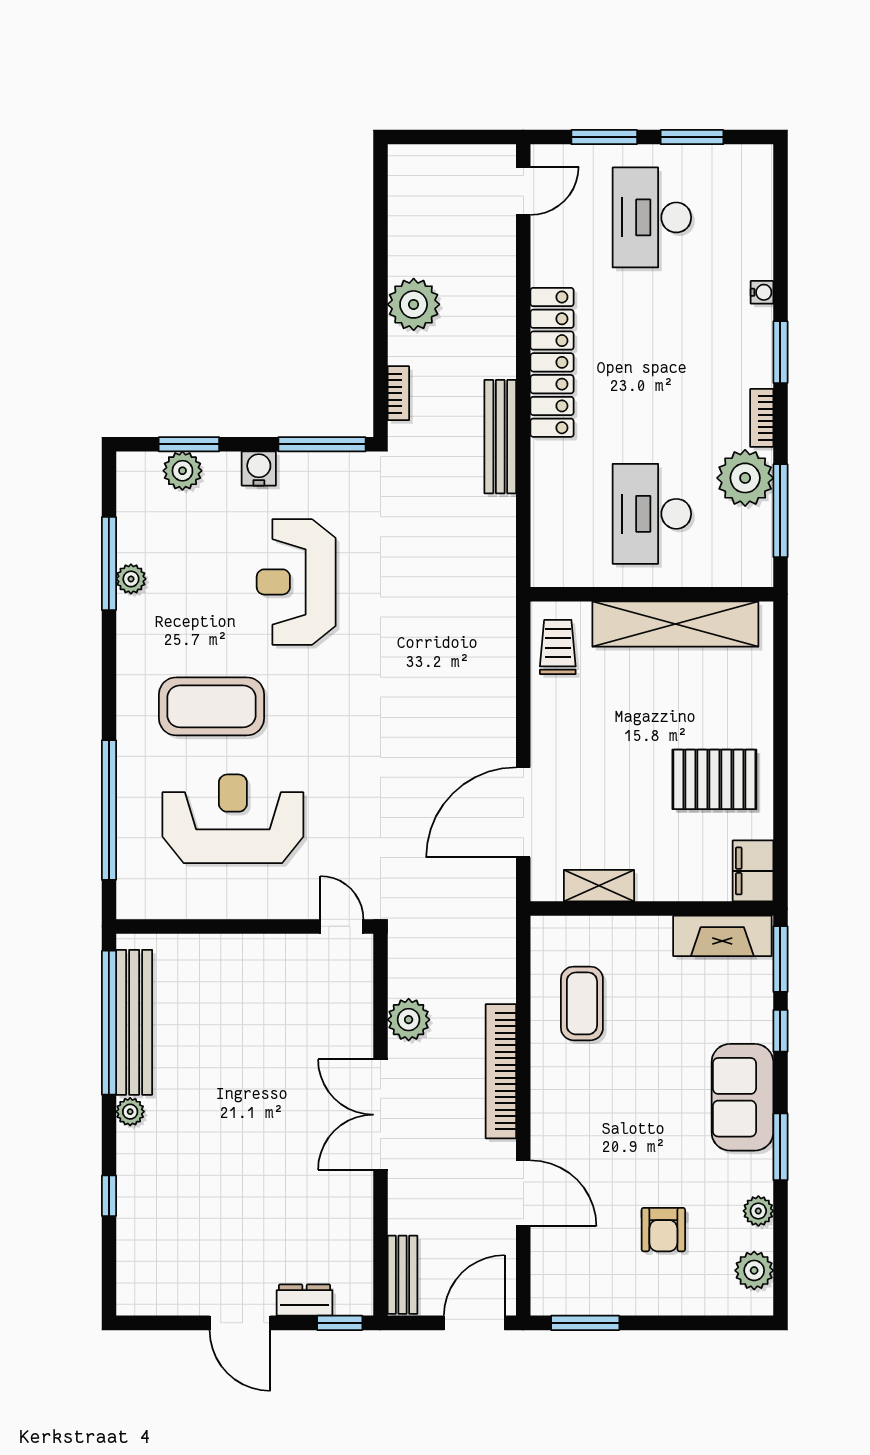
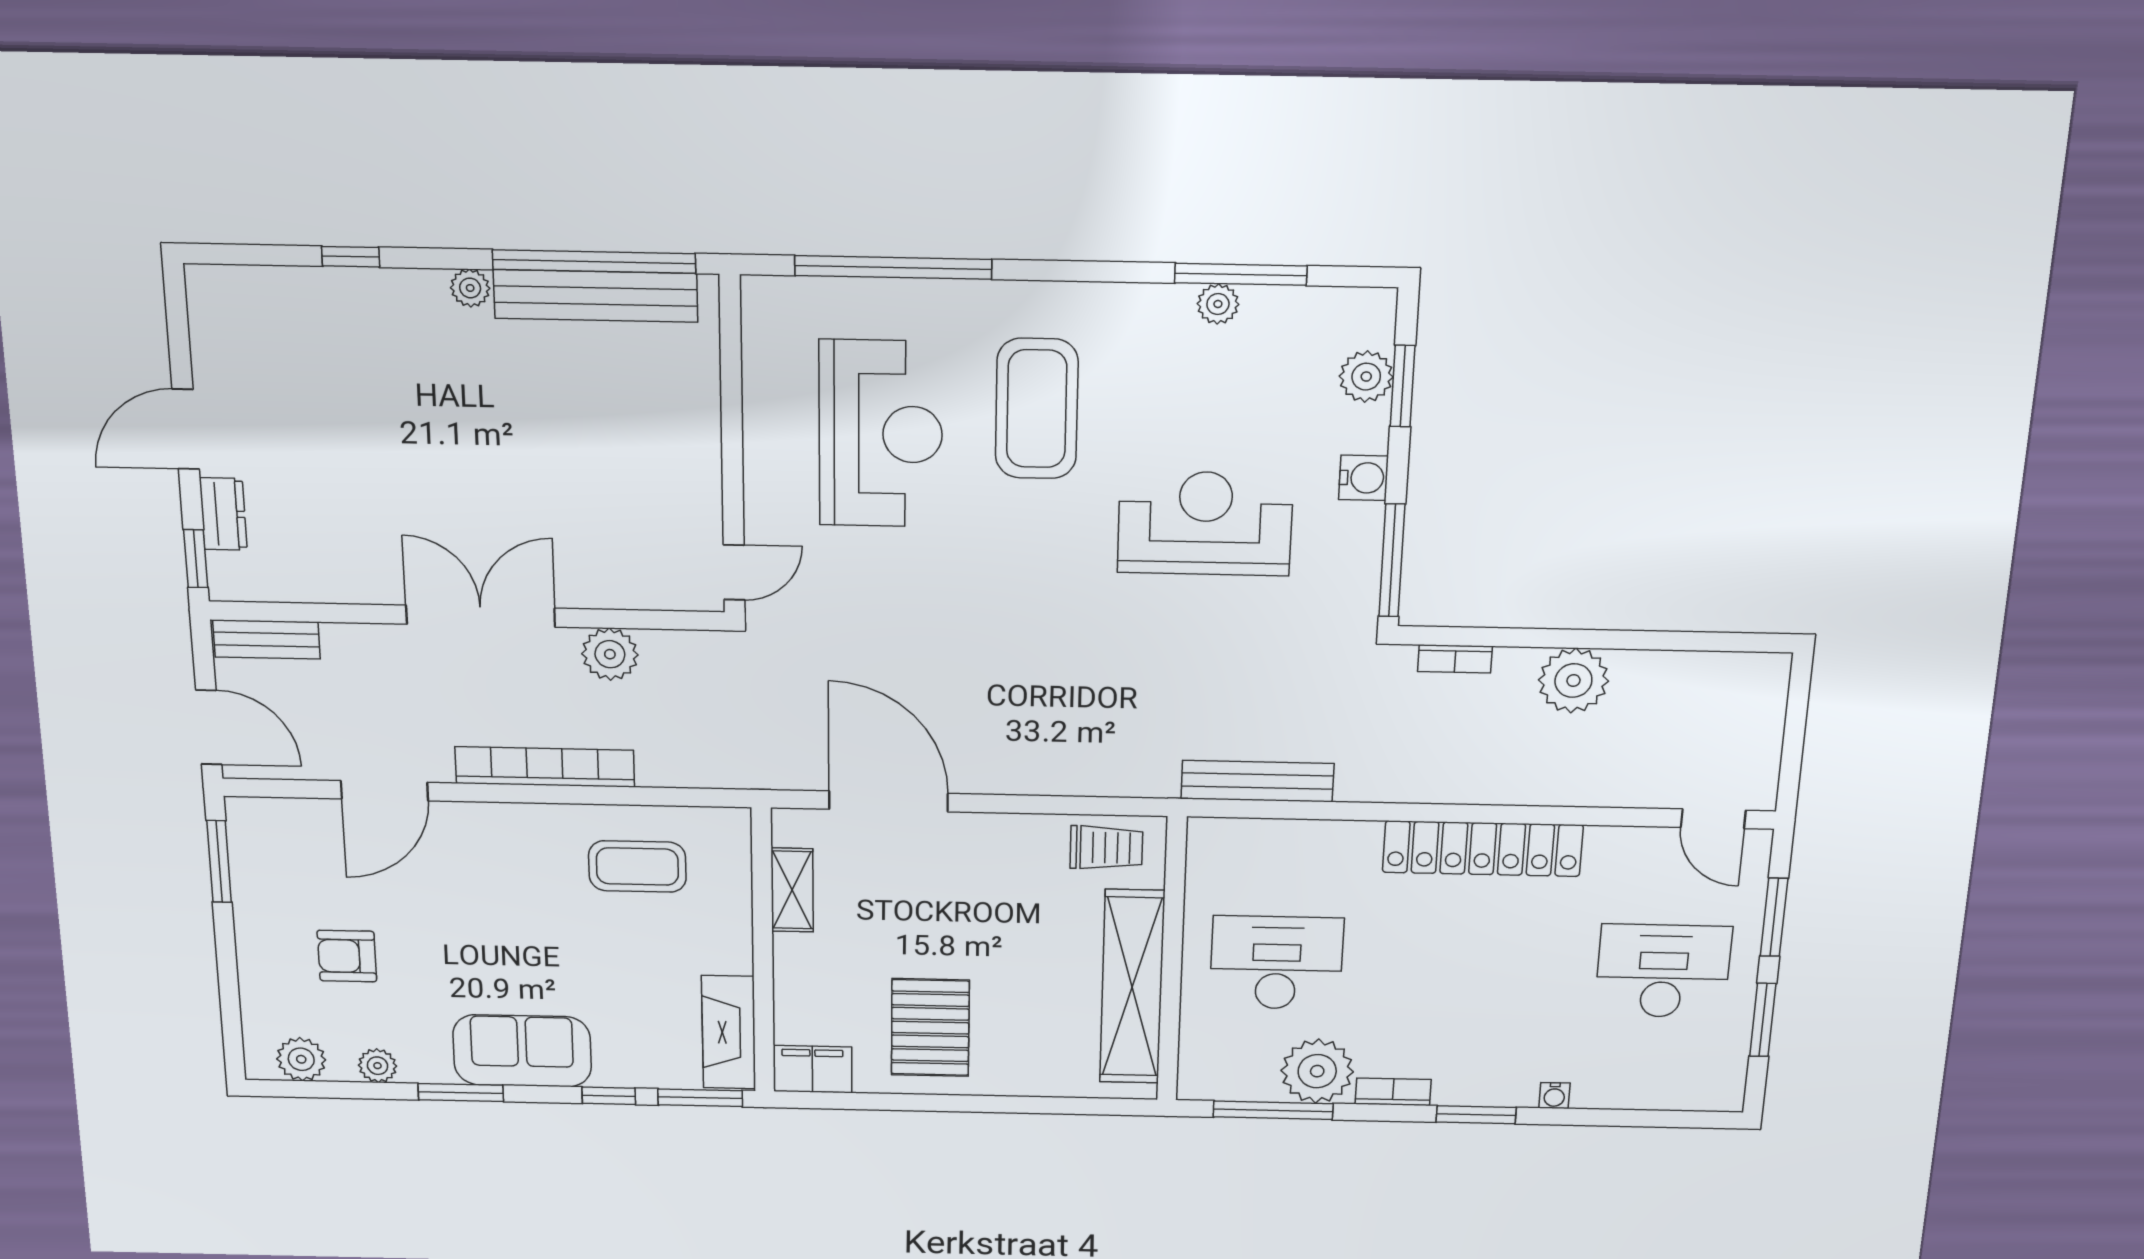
bench: (500, 437) -> (1257, 781), moved

